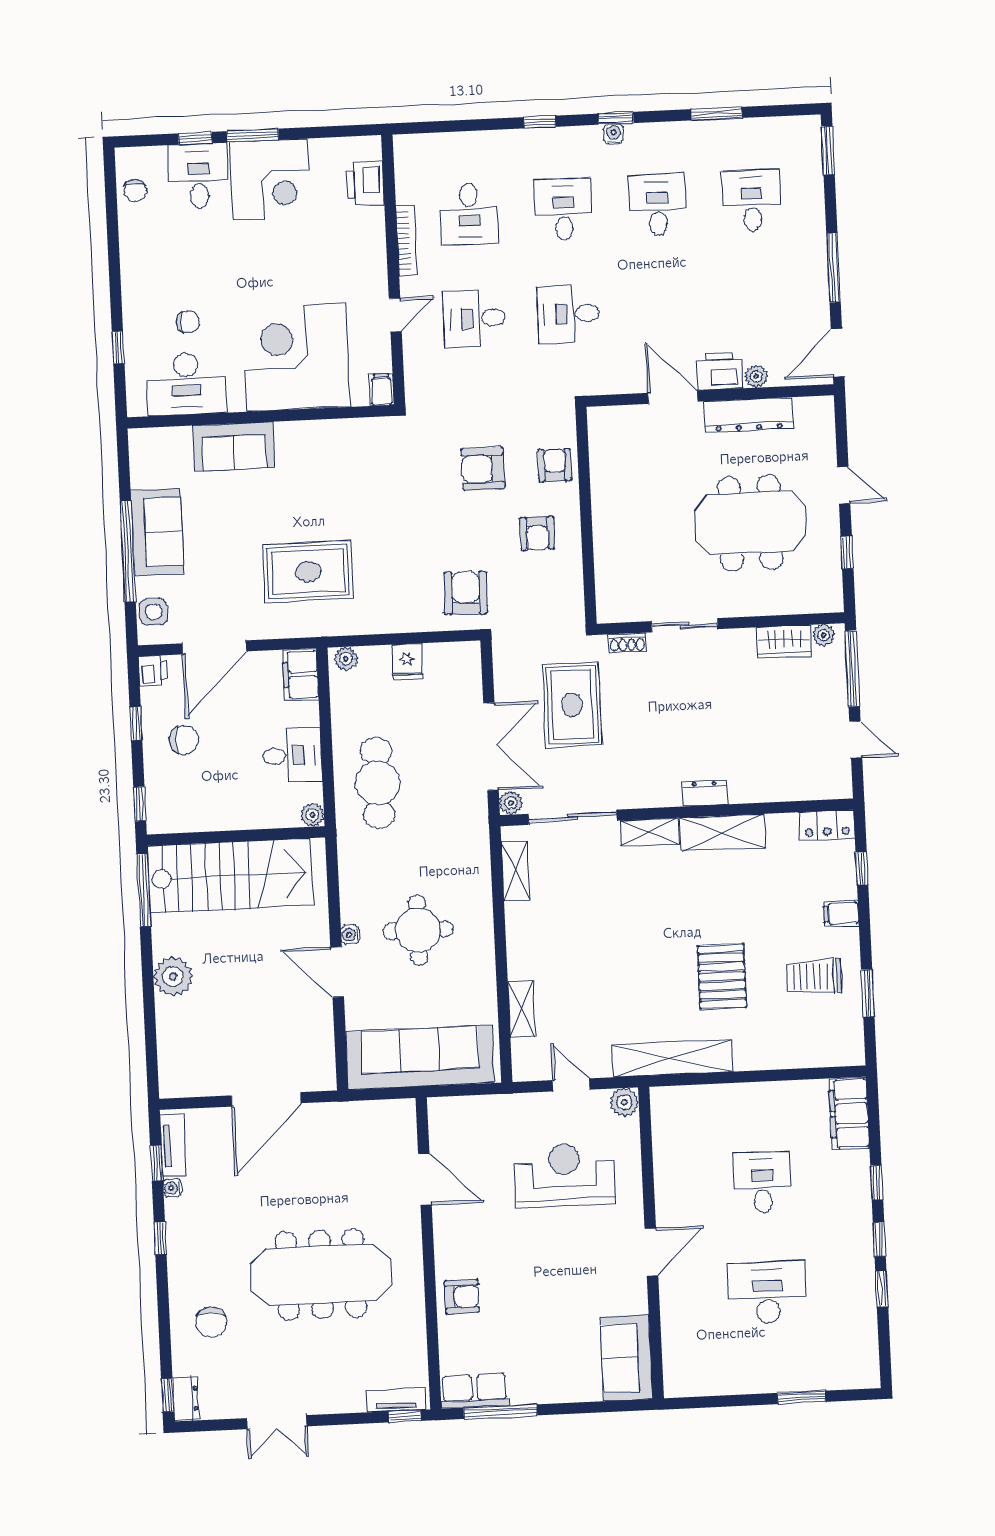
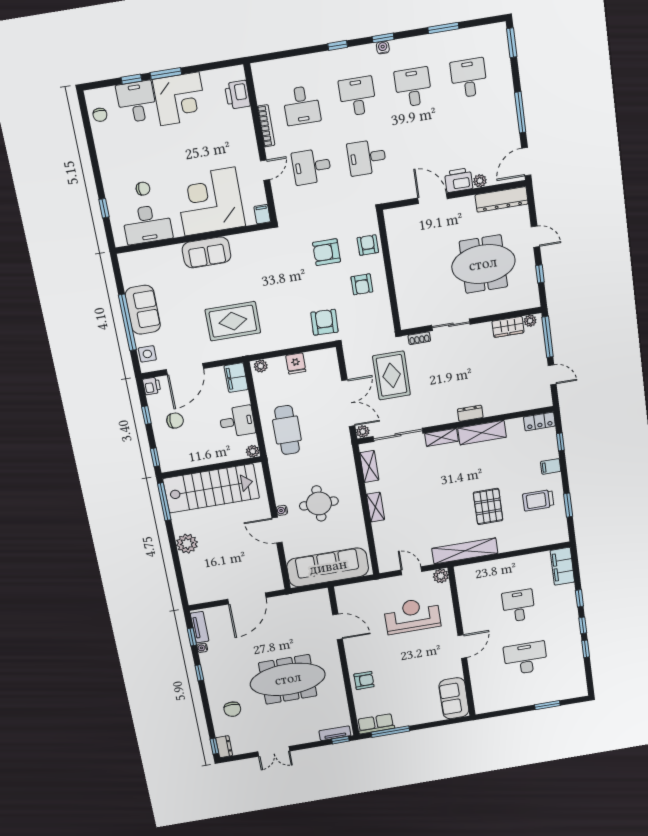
dresser: (748, 415) -> (502, 199), moved
sofa: (234, 447) -> (207, 252), moved
shelving: (521, 1009) -> (375, 507), moved

